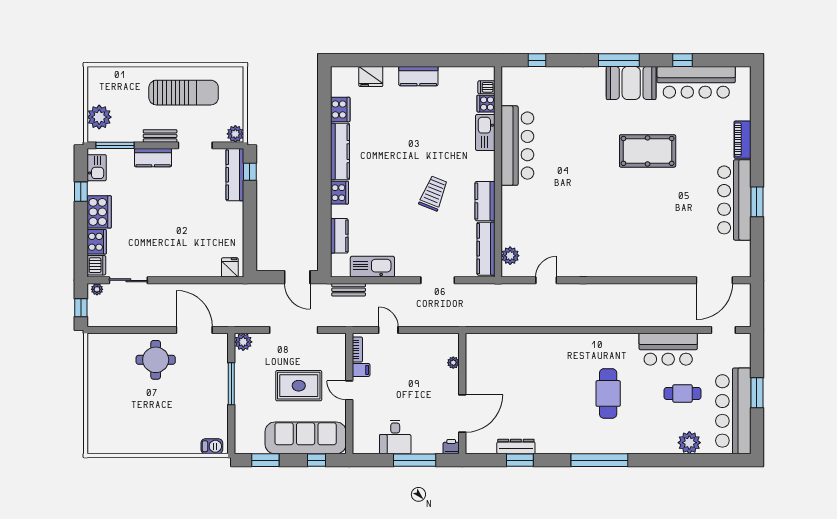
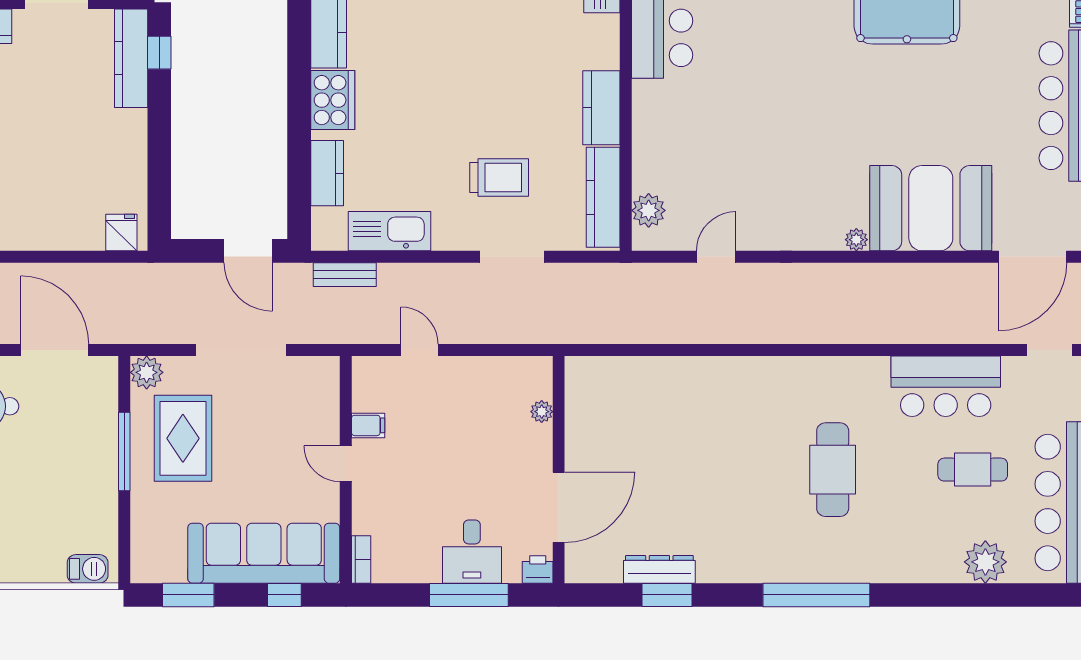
cooker: (339, 193) -> (333, 100), width x1.37, depth x1.31
trolley: (433, 193) -> (499, 177), moved, turned 68
booth: (660, 254) -> (931, 208), added
plant: (621, 271) -> (856, 240), added
bookcase: (357, 349) -> (361, 560), moved
rug: (299, 386) -> (183, 438), moved, turned 90
desk: (395, 437) -> (472, 552), moved

